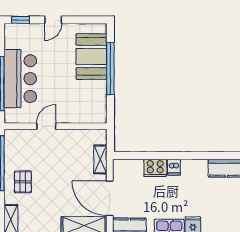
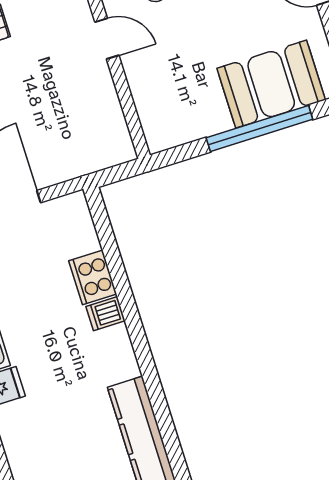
shelving: (100, 159) -> (75, 165), removed

